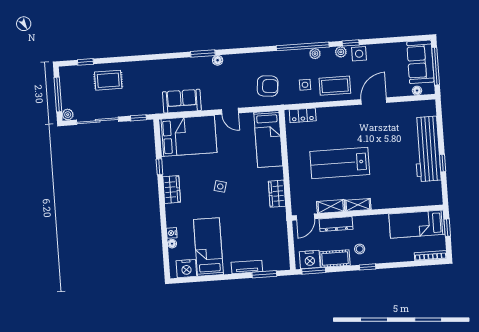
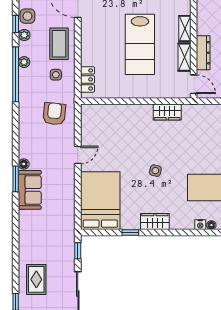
sofa: (182, 101) -> (30, 190), moved, turned 180
bed: (268, 139) -> (110, 117), removed

